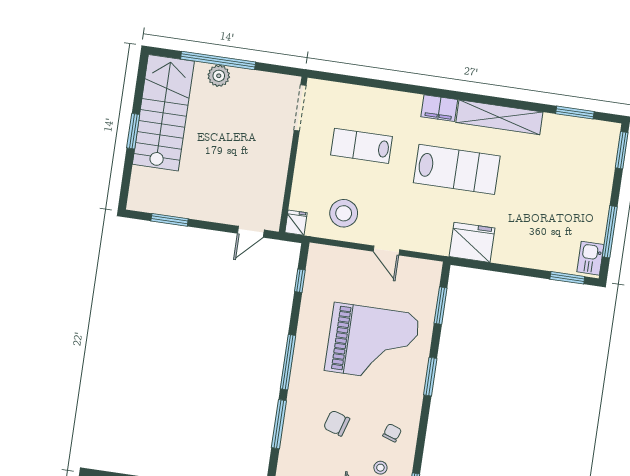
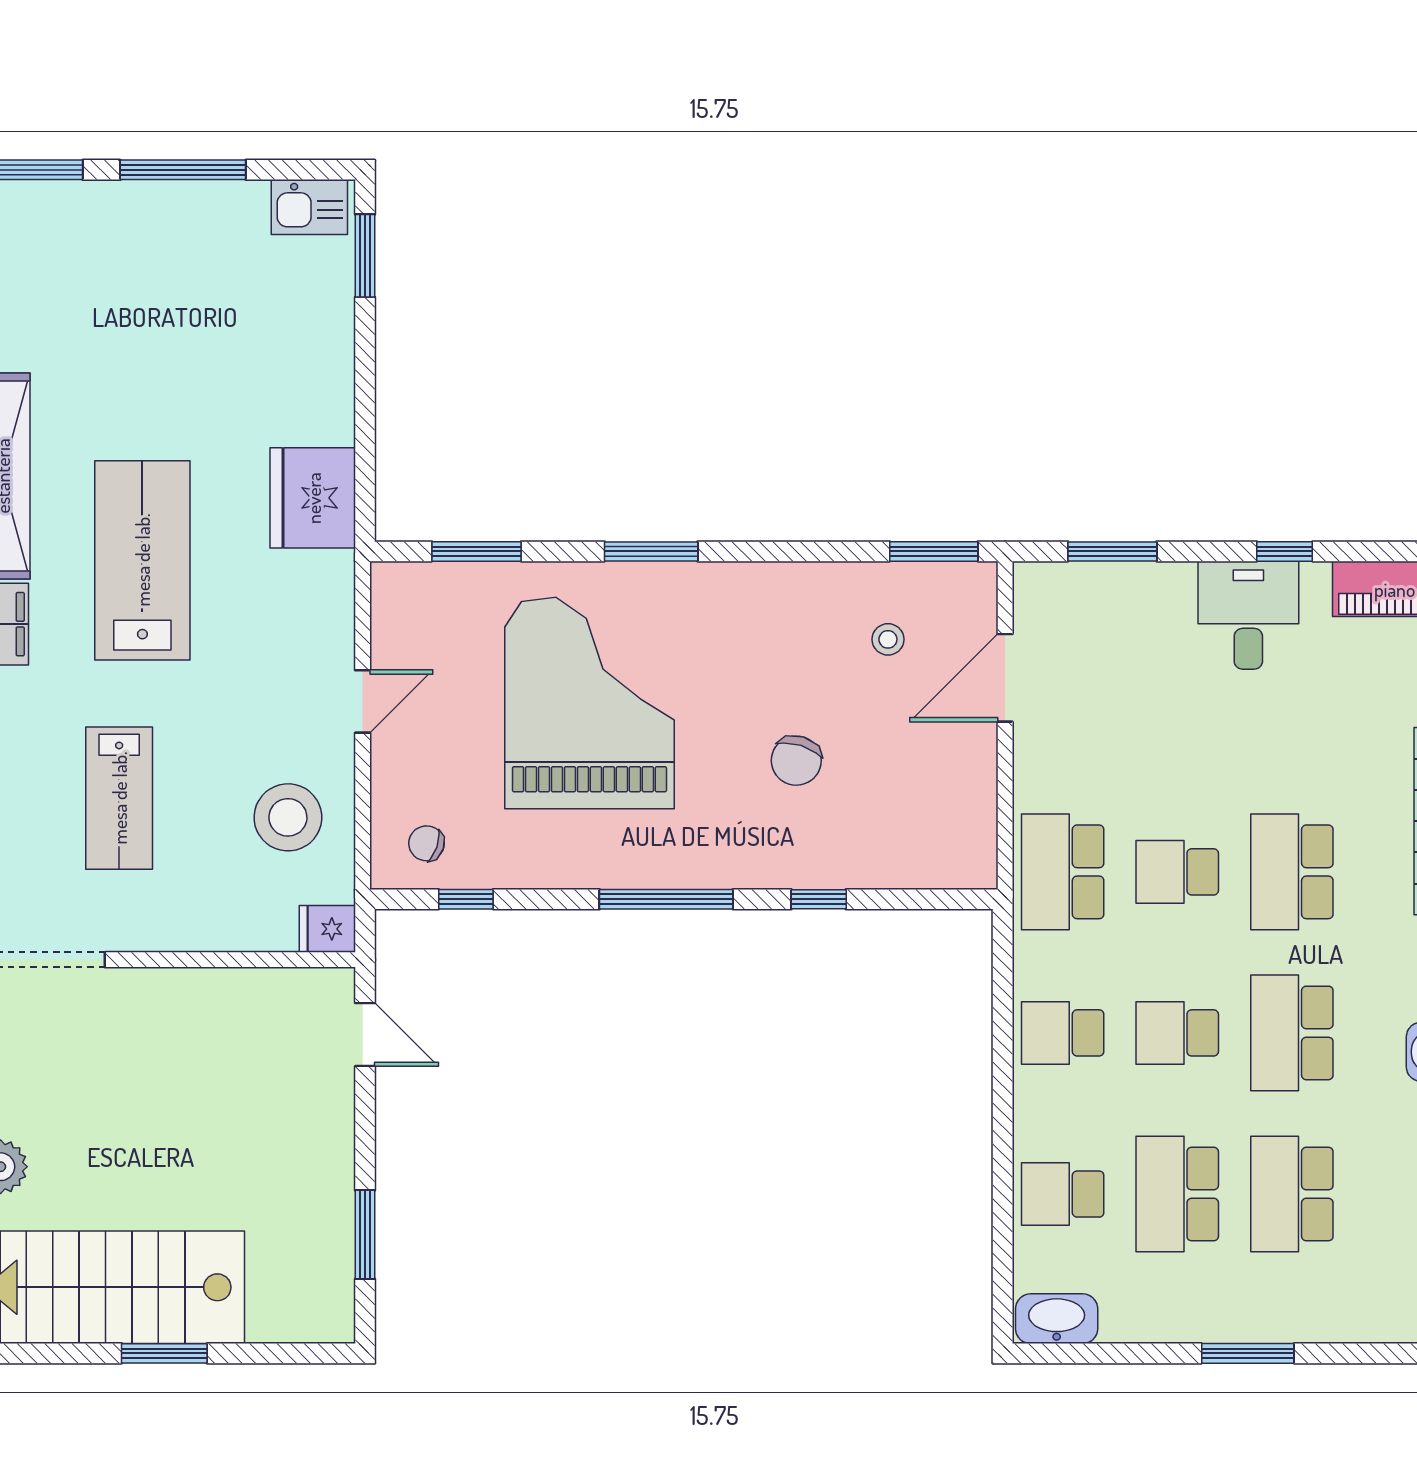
window: (610, 232) -> (183, 170), moved
window: (279, 424) -> (819, 899), width x0.46
chair: (392, 433) -> (426, 843), moved

